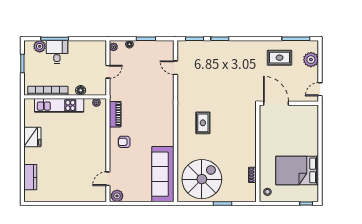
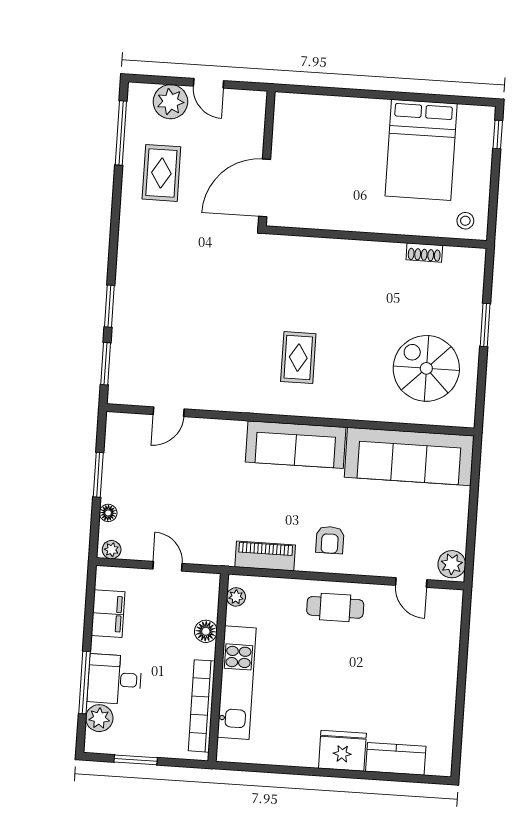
filing cabinet: (85, 47) -> (108, 614), added
door: (320, 89) -> (208, 83), moved
rug: (203, 123) -> (298, 358), turned 90
sofa: (165, 124) -> (296, 445), added
fridge: (32, 137) -> (342, 751), moved
cafe table: (95, 146) -> (335, 607), added
spiral stairs: (202, 179) -> (426, 368), width x0.73, depth x0.73

